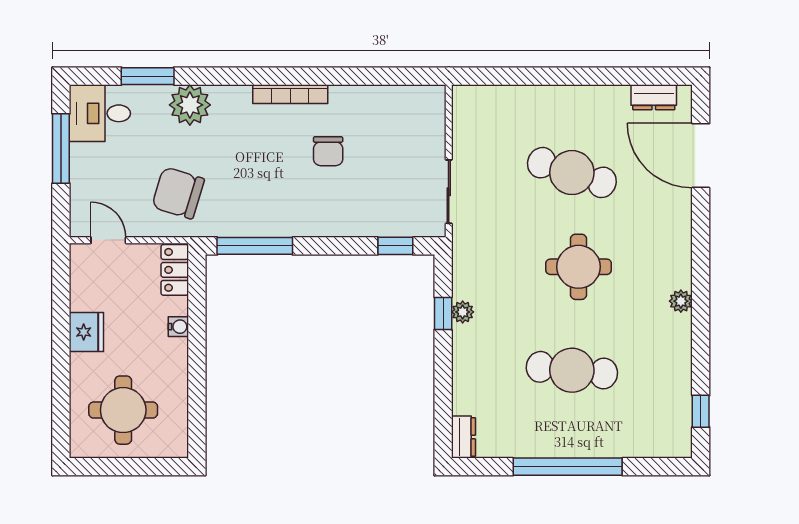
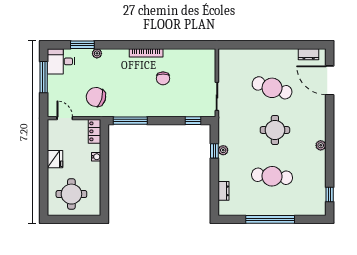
plant: (190, 105) -> (97, 53), width x0.53, depth x0.53
dresser: (463, 437) -> (224, 191), moved

